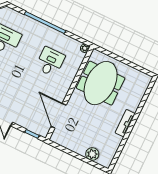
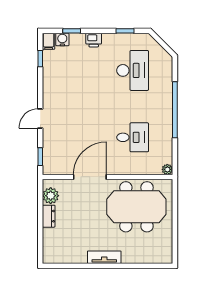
door: (59, 116) -> (90, 177), moved
dresser: (77, 148) -> (49, 216), added
plant: (92, 154) -> (51, 196), moved

